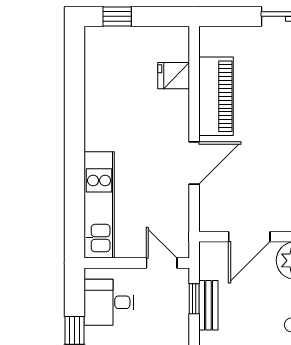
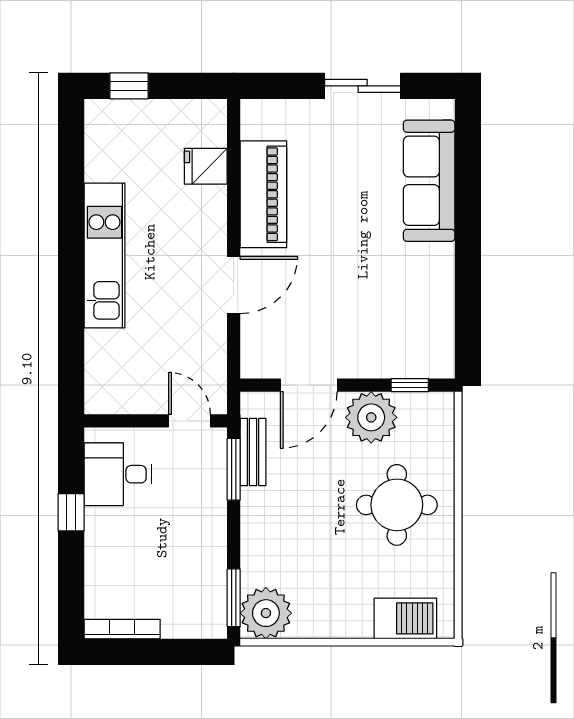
kitchen unit: (99, 205) -> (104, 255), moved
window: (194, 299) -> (234, 469), width x1.50
bench: (208, 305) -> (253, 452), moved

